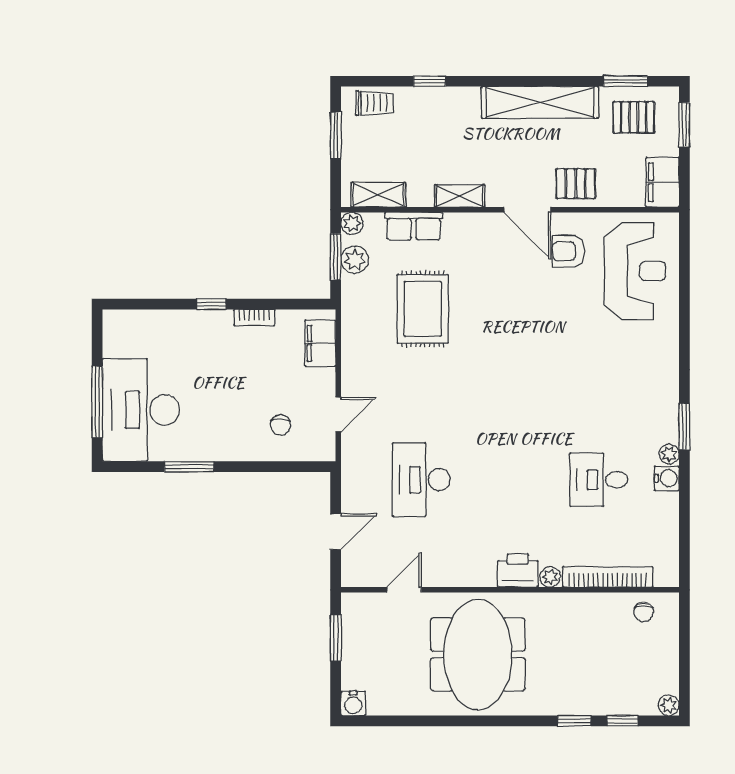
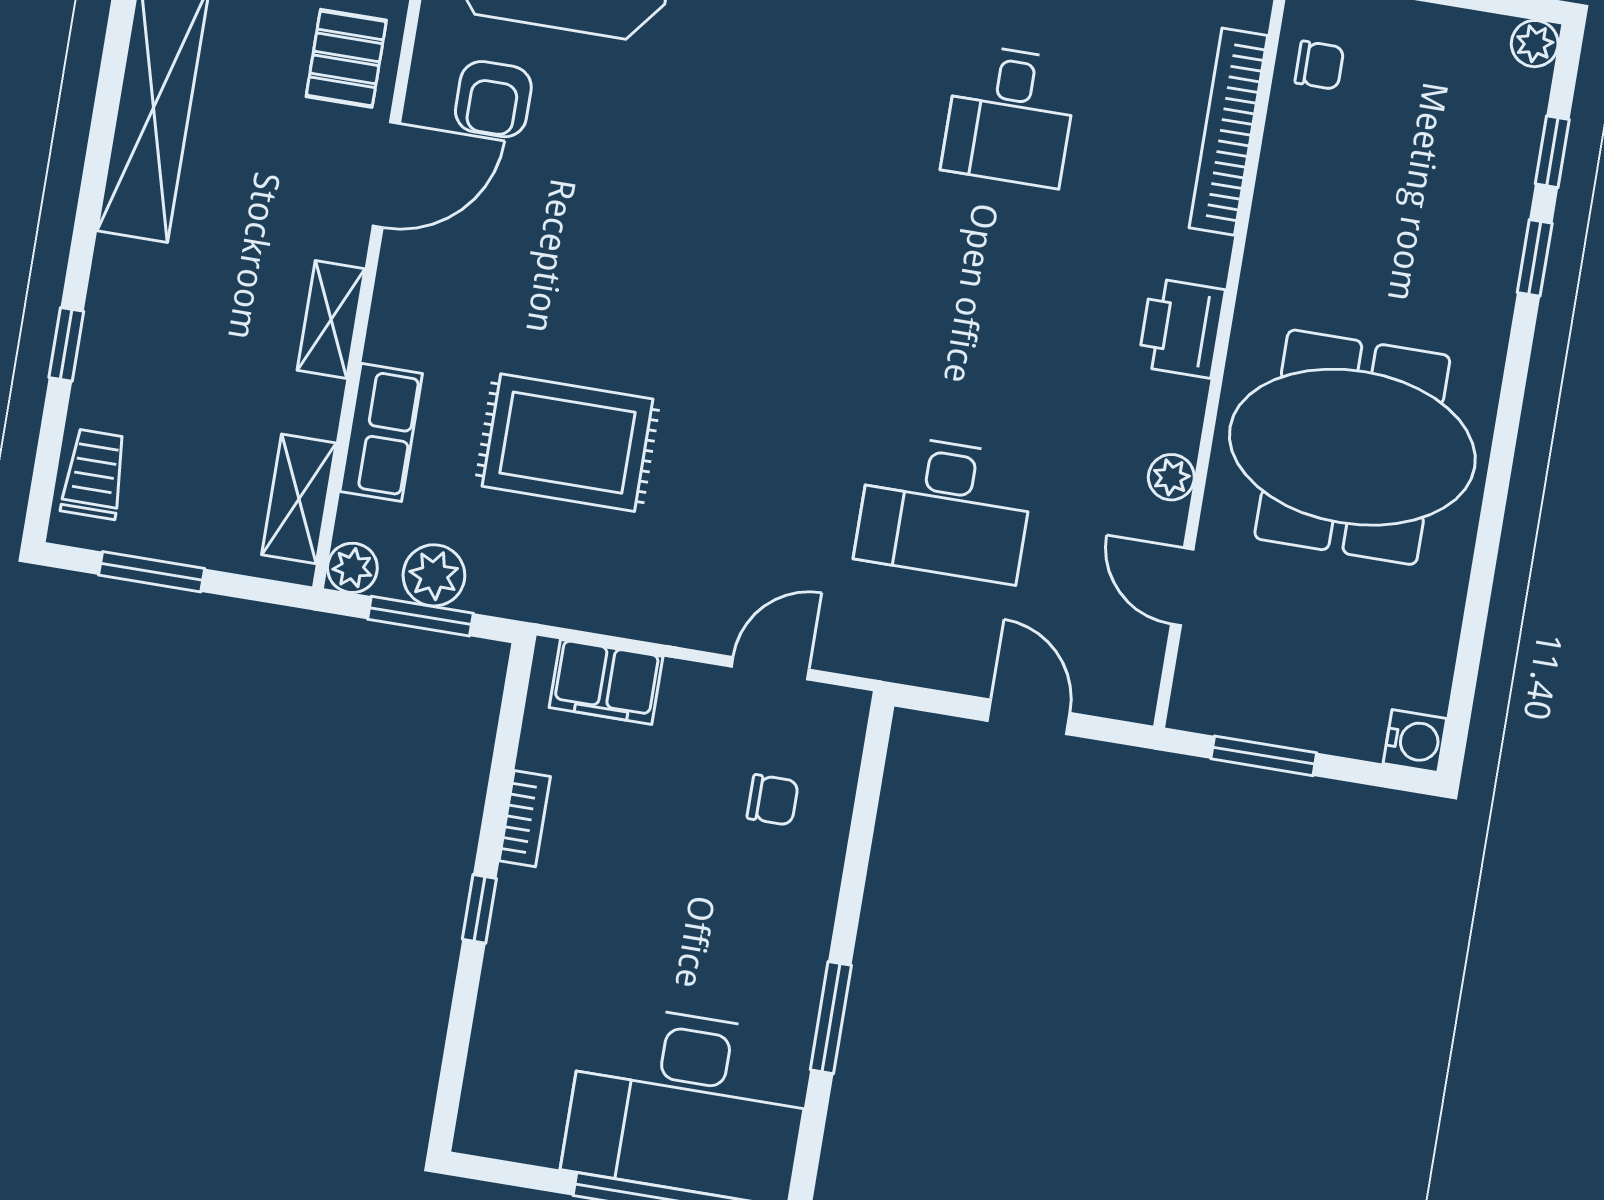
door: (338, 415) -> (770, 668), hinge flipped
plant: (550, 577) -> (1171, 477), moved

